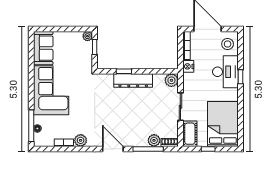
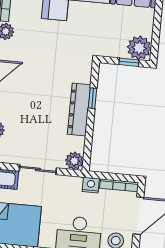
plant: (87, 36) -> (139, 48), width x1.88, depth x1.88

